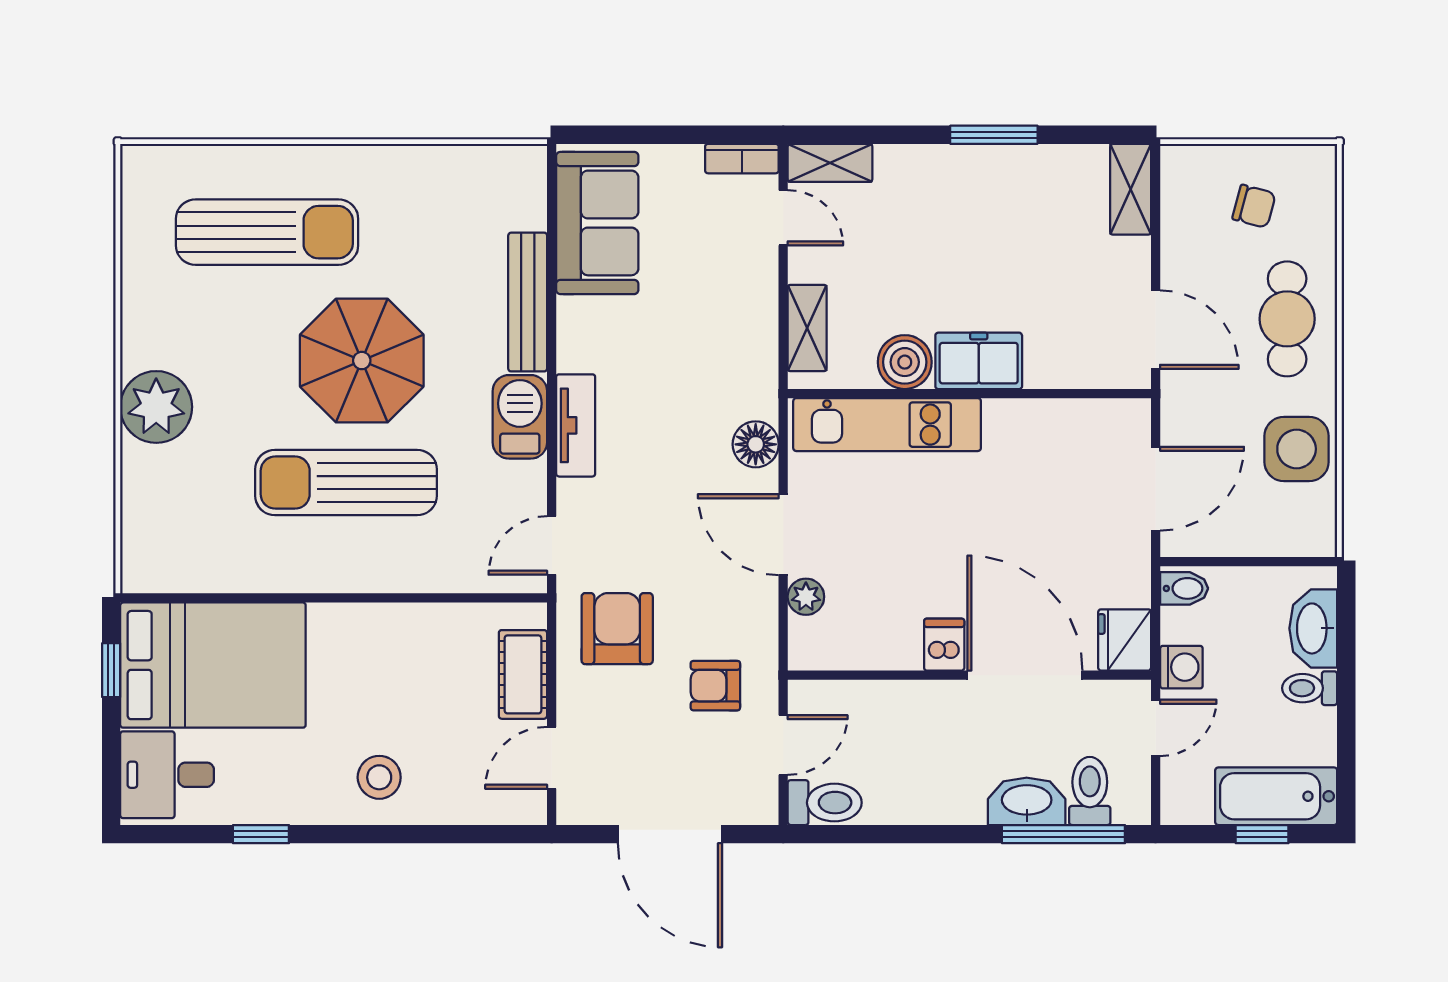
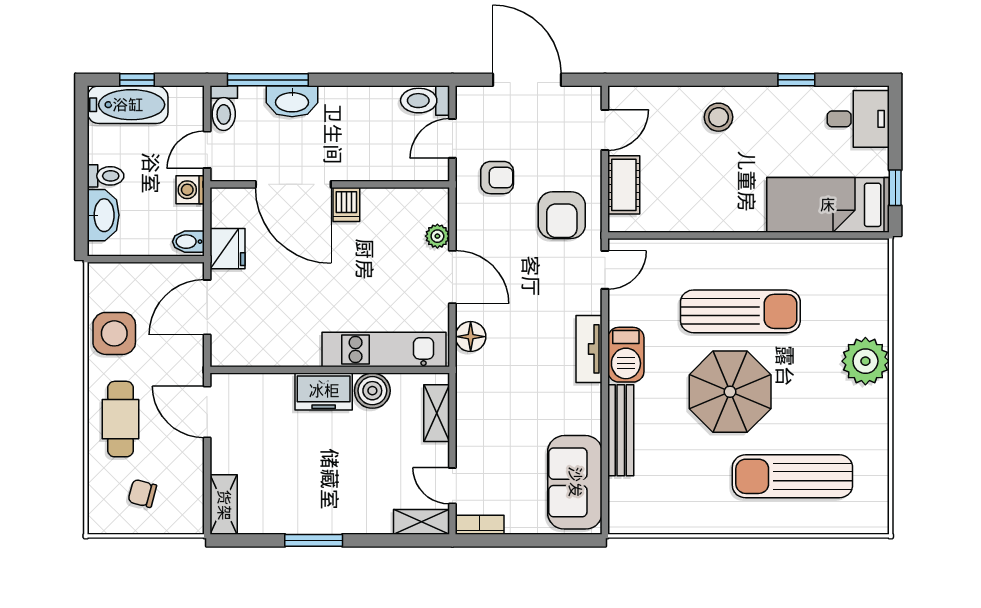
fridge: (1125, 640) -> (227, 249), moved
bed: (213, 665) -> (828, 205), width x0.67
toilet: (1090, 791) -> (224, 108), moved

